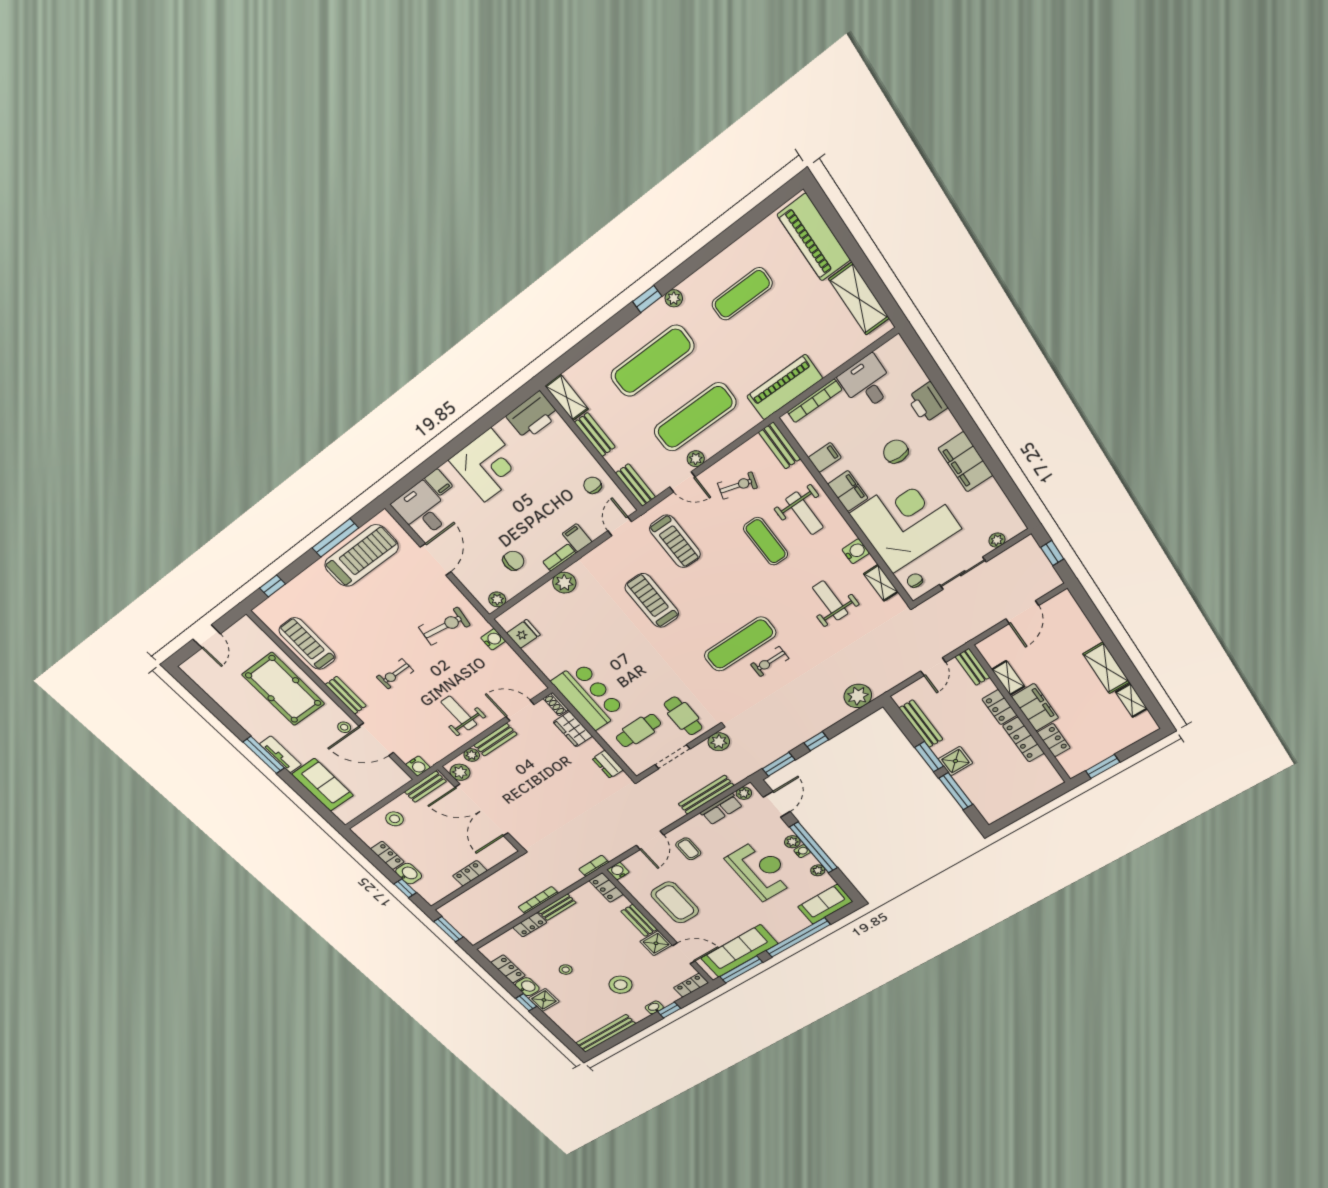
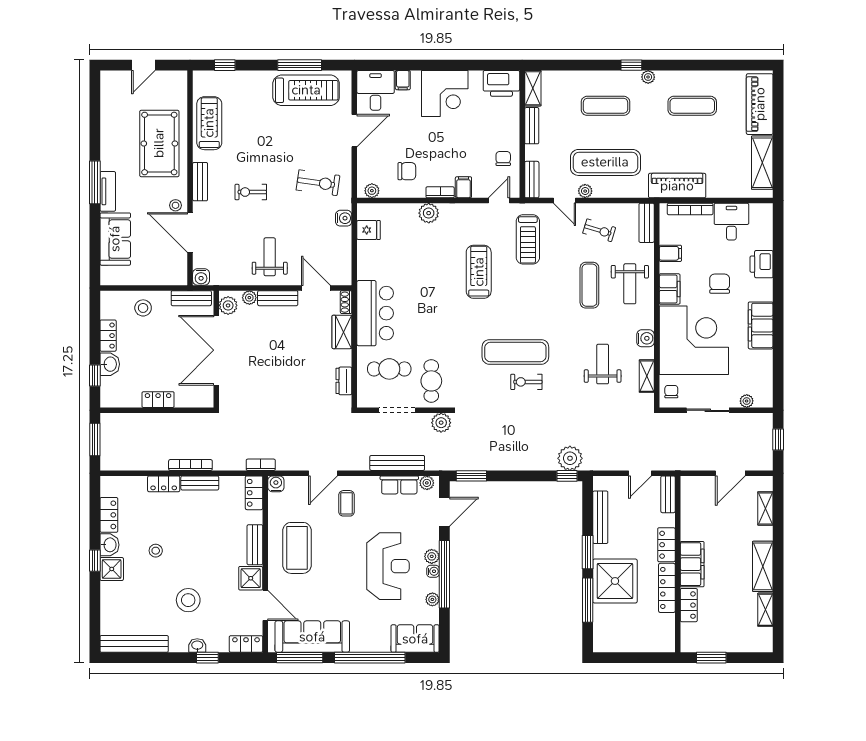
exercise mat: (652, 361) -> (605, 106), width x0.73, depth x0.69
shelving: (1008, 678) -> (765, 508), moved
window: (816, 741) -> (567, 476), moved
shower: (955, 761) -> (615, 581), width x1.86, depth x1.86

